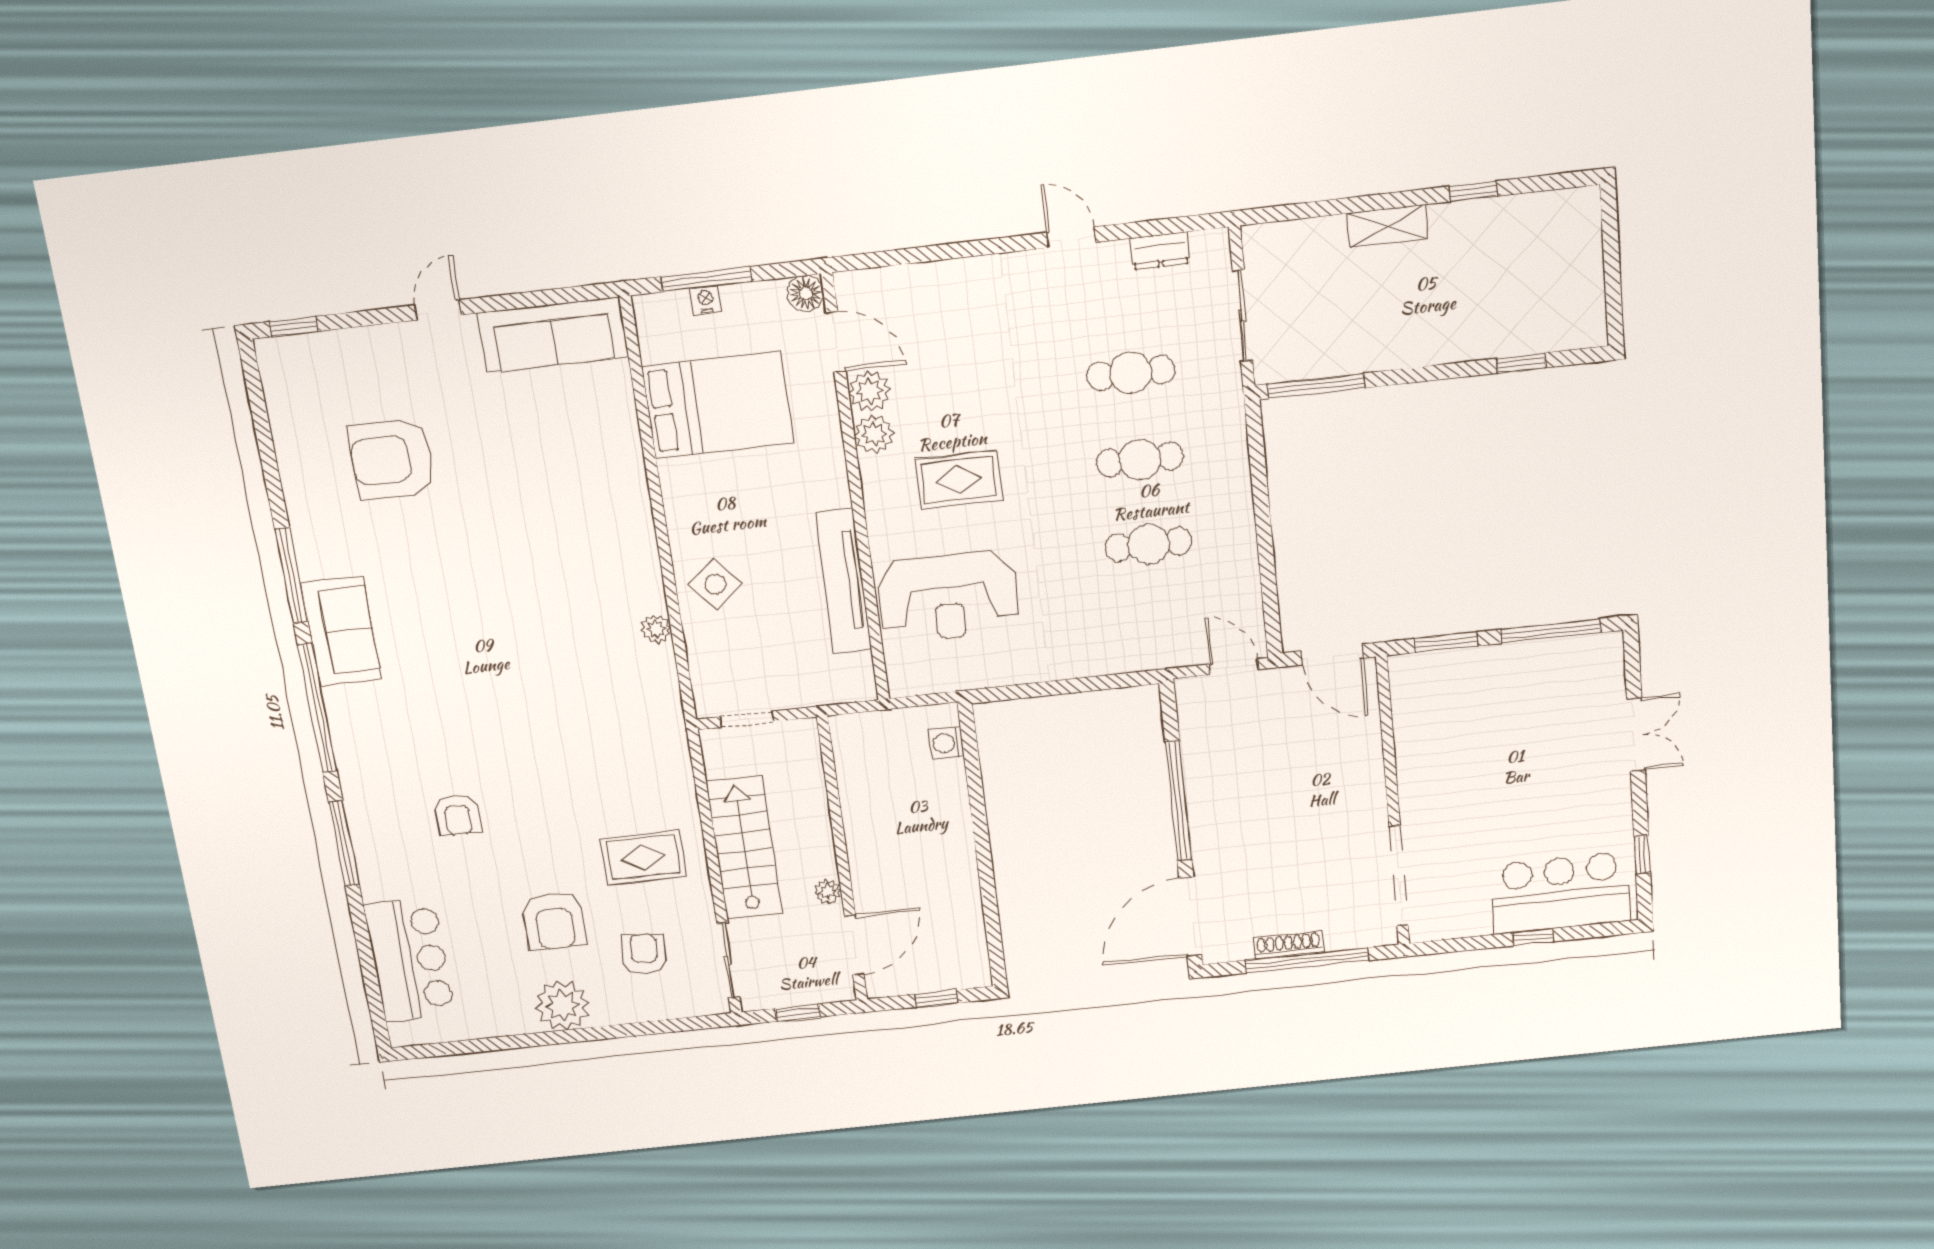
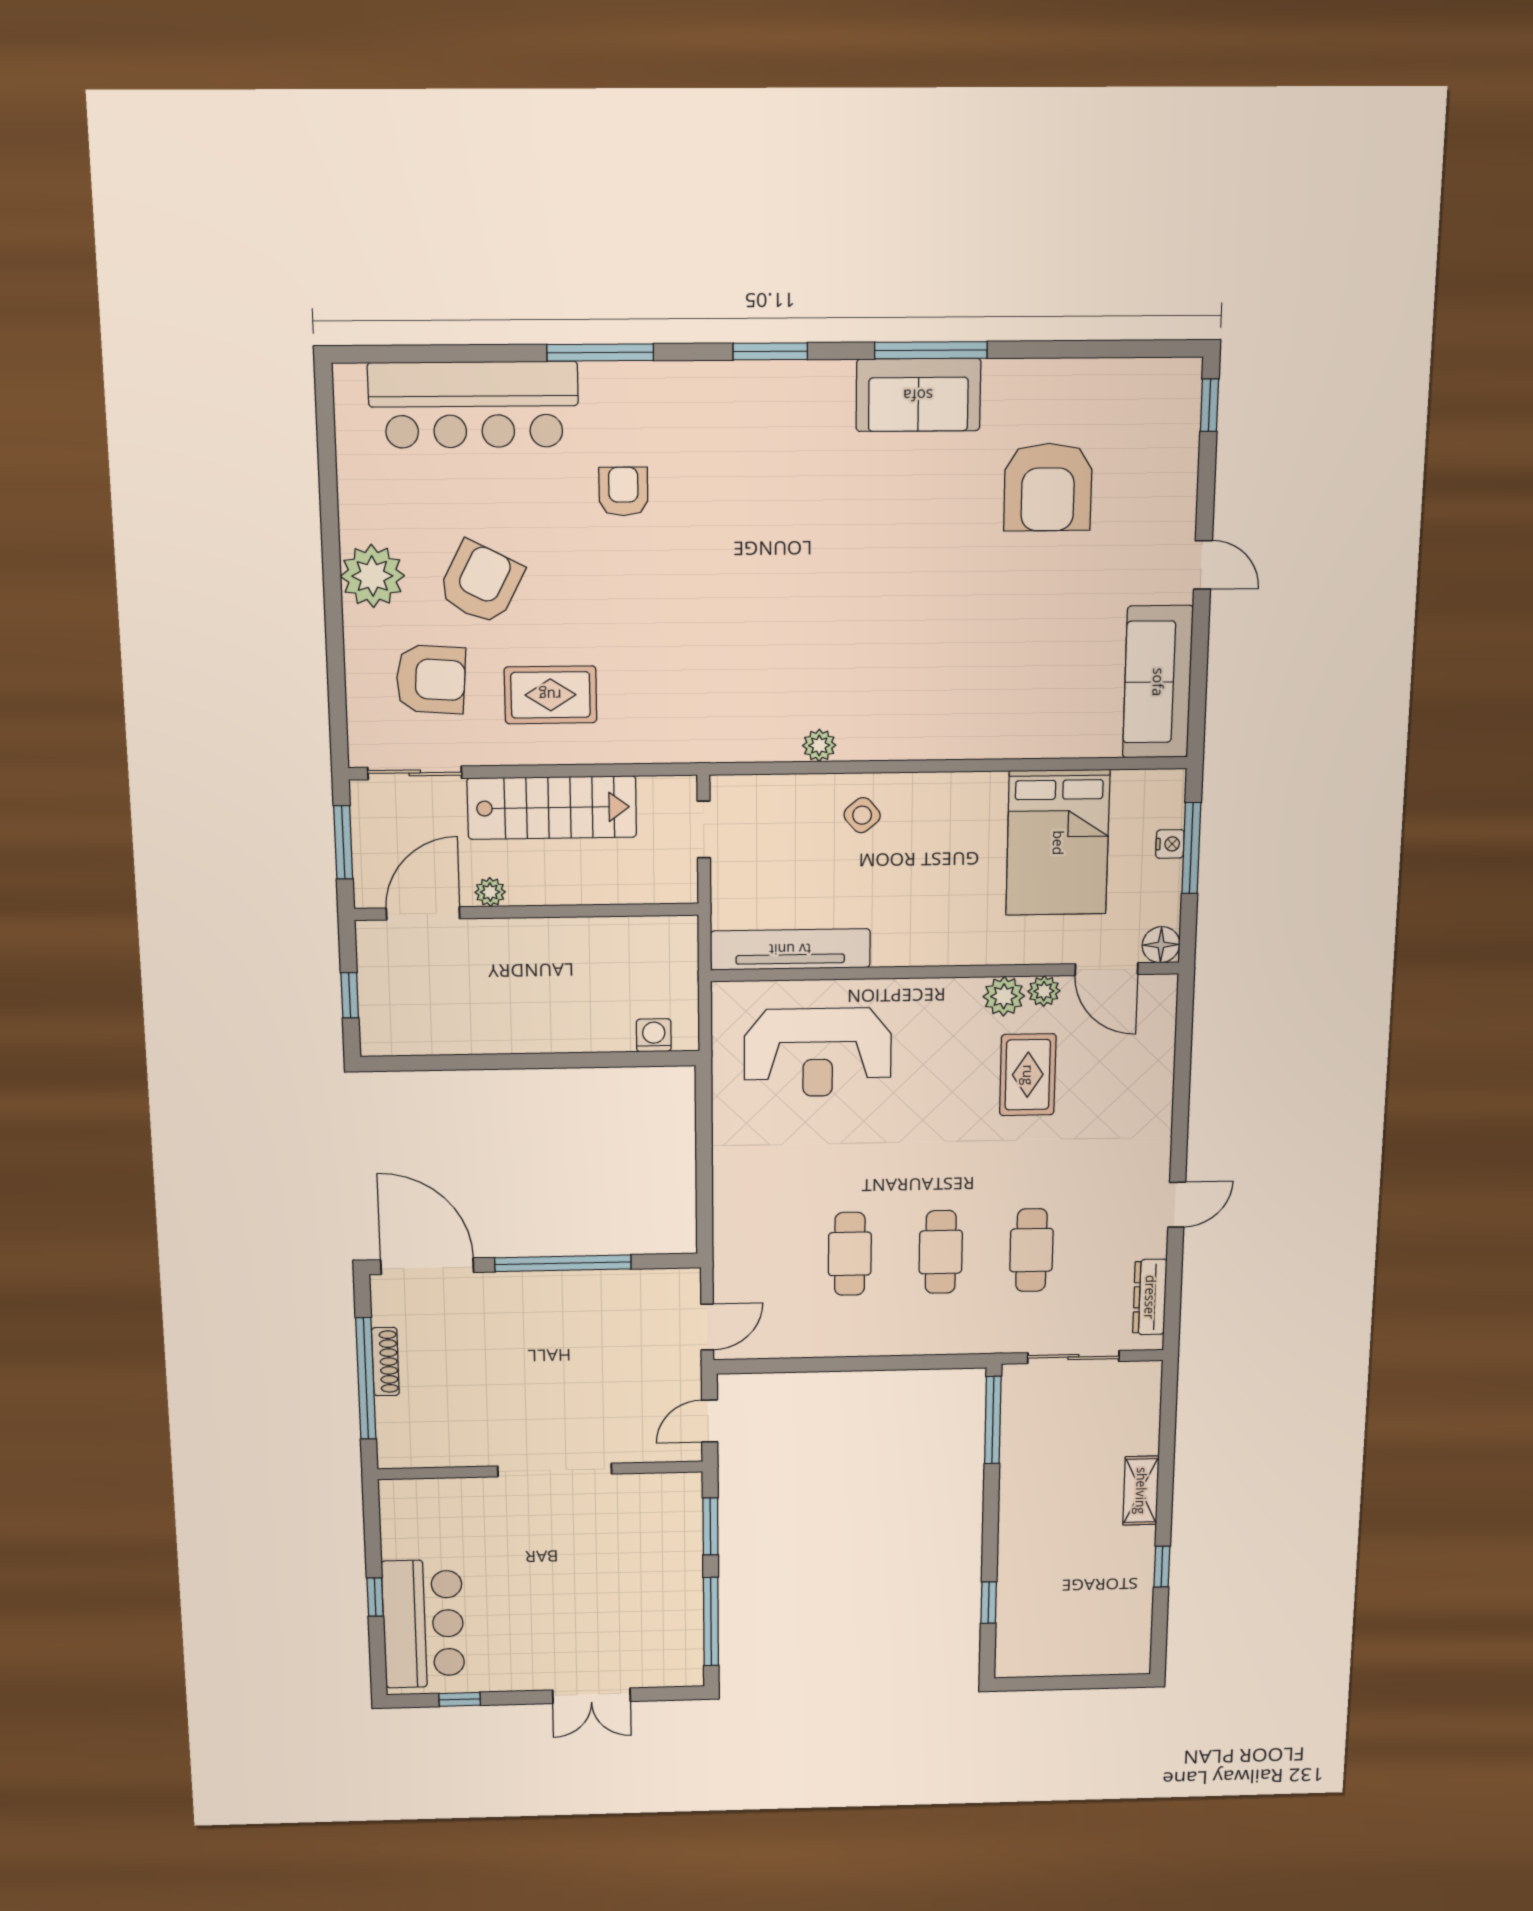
dresser: (1160, 251) -> (1150, 1297), width x1.44
door: (836, 342) -> (1107, 969), hinge flipped
plant: (870, 391) -> (1044, 991), width x0.73, depth x0.73
armchair: (392, 459) -> (1048, 487), turned 180
rug: (958, 480) -> (1028, 1075), moved
tv unit: (843, 581) -> (790, 949), moved
side table: (715, 584) -> (862, 815), width x0.73, depth x0.73
reception desk: (948, 597) -> (818, 1052), turned -90
sofa: (341, 631) -> (918, 395), moved
door: (1332, 655) -> (710, 1421), width x0.73
window: (317, 708) -> (770, 351), width x0.47
armchair: (457, 815) -> (623, 491), turned 90
rug: (643, 857) -> (550, 695), turned 90
doorway: (1399, 876) -> (555, 1470), moved
armchair: (554, 921) -> (481, 583), turned 117
door: (854, 945) -> (423, 913), swing flipped
armchair: (644, 954) -> (431, 679), width x1.38, depth x1.38
bar counter: (410, 960) -> (474, 405), width x1.36
window: (798, 1013) -> (343, 842), width x1.50

